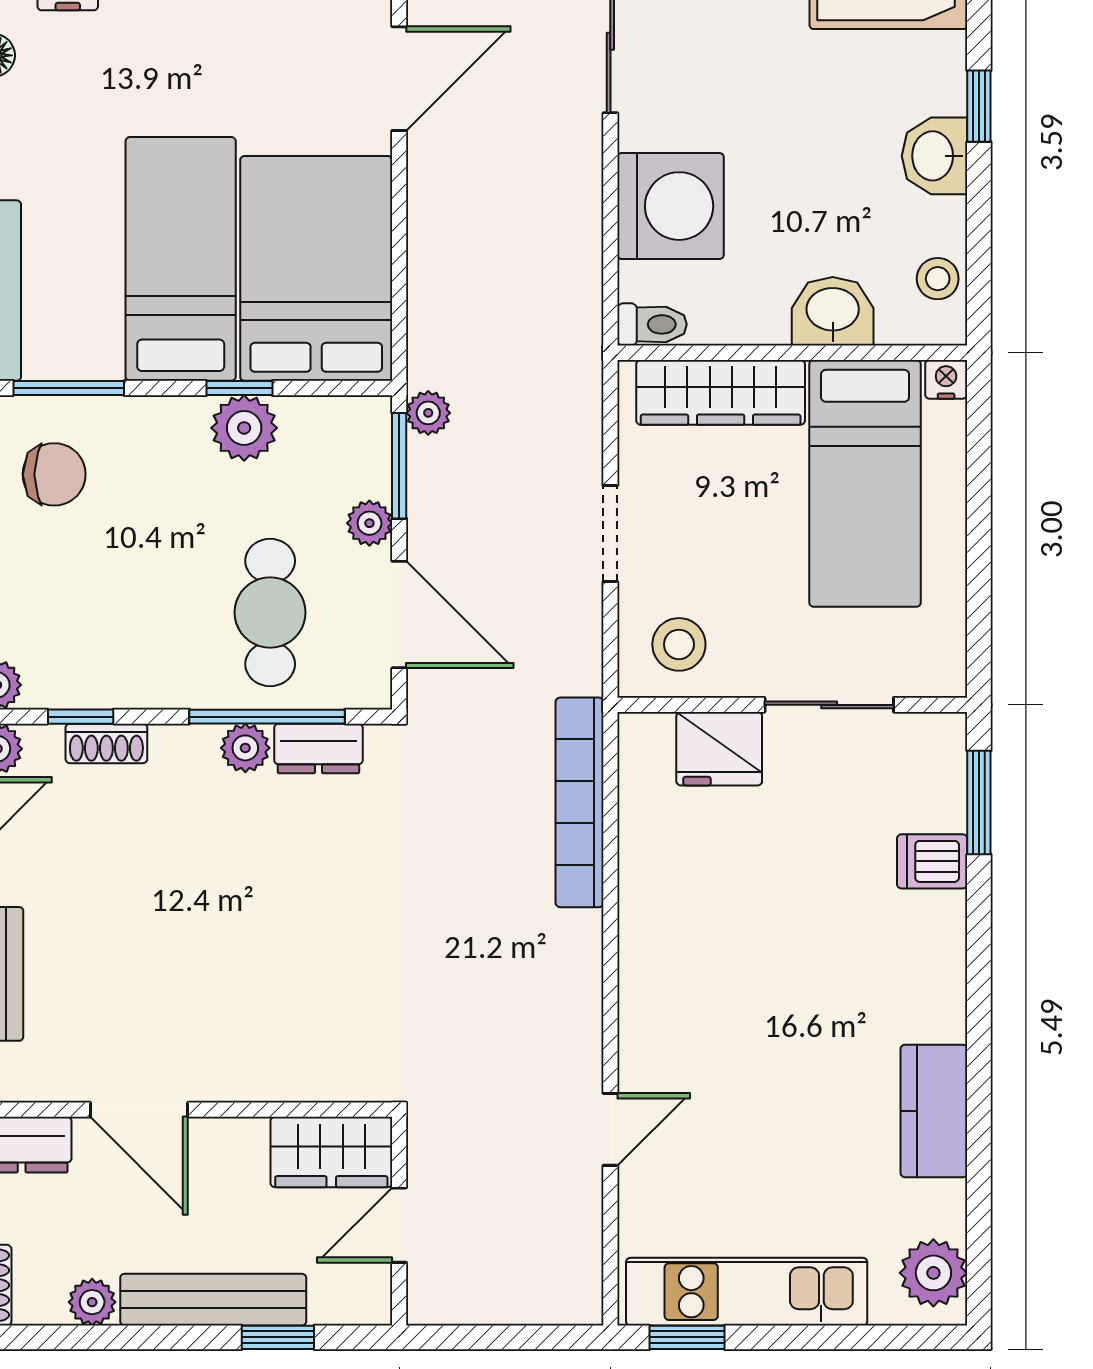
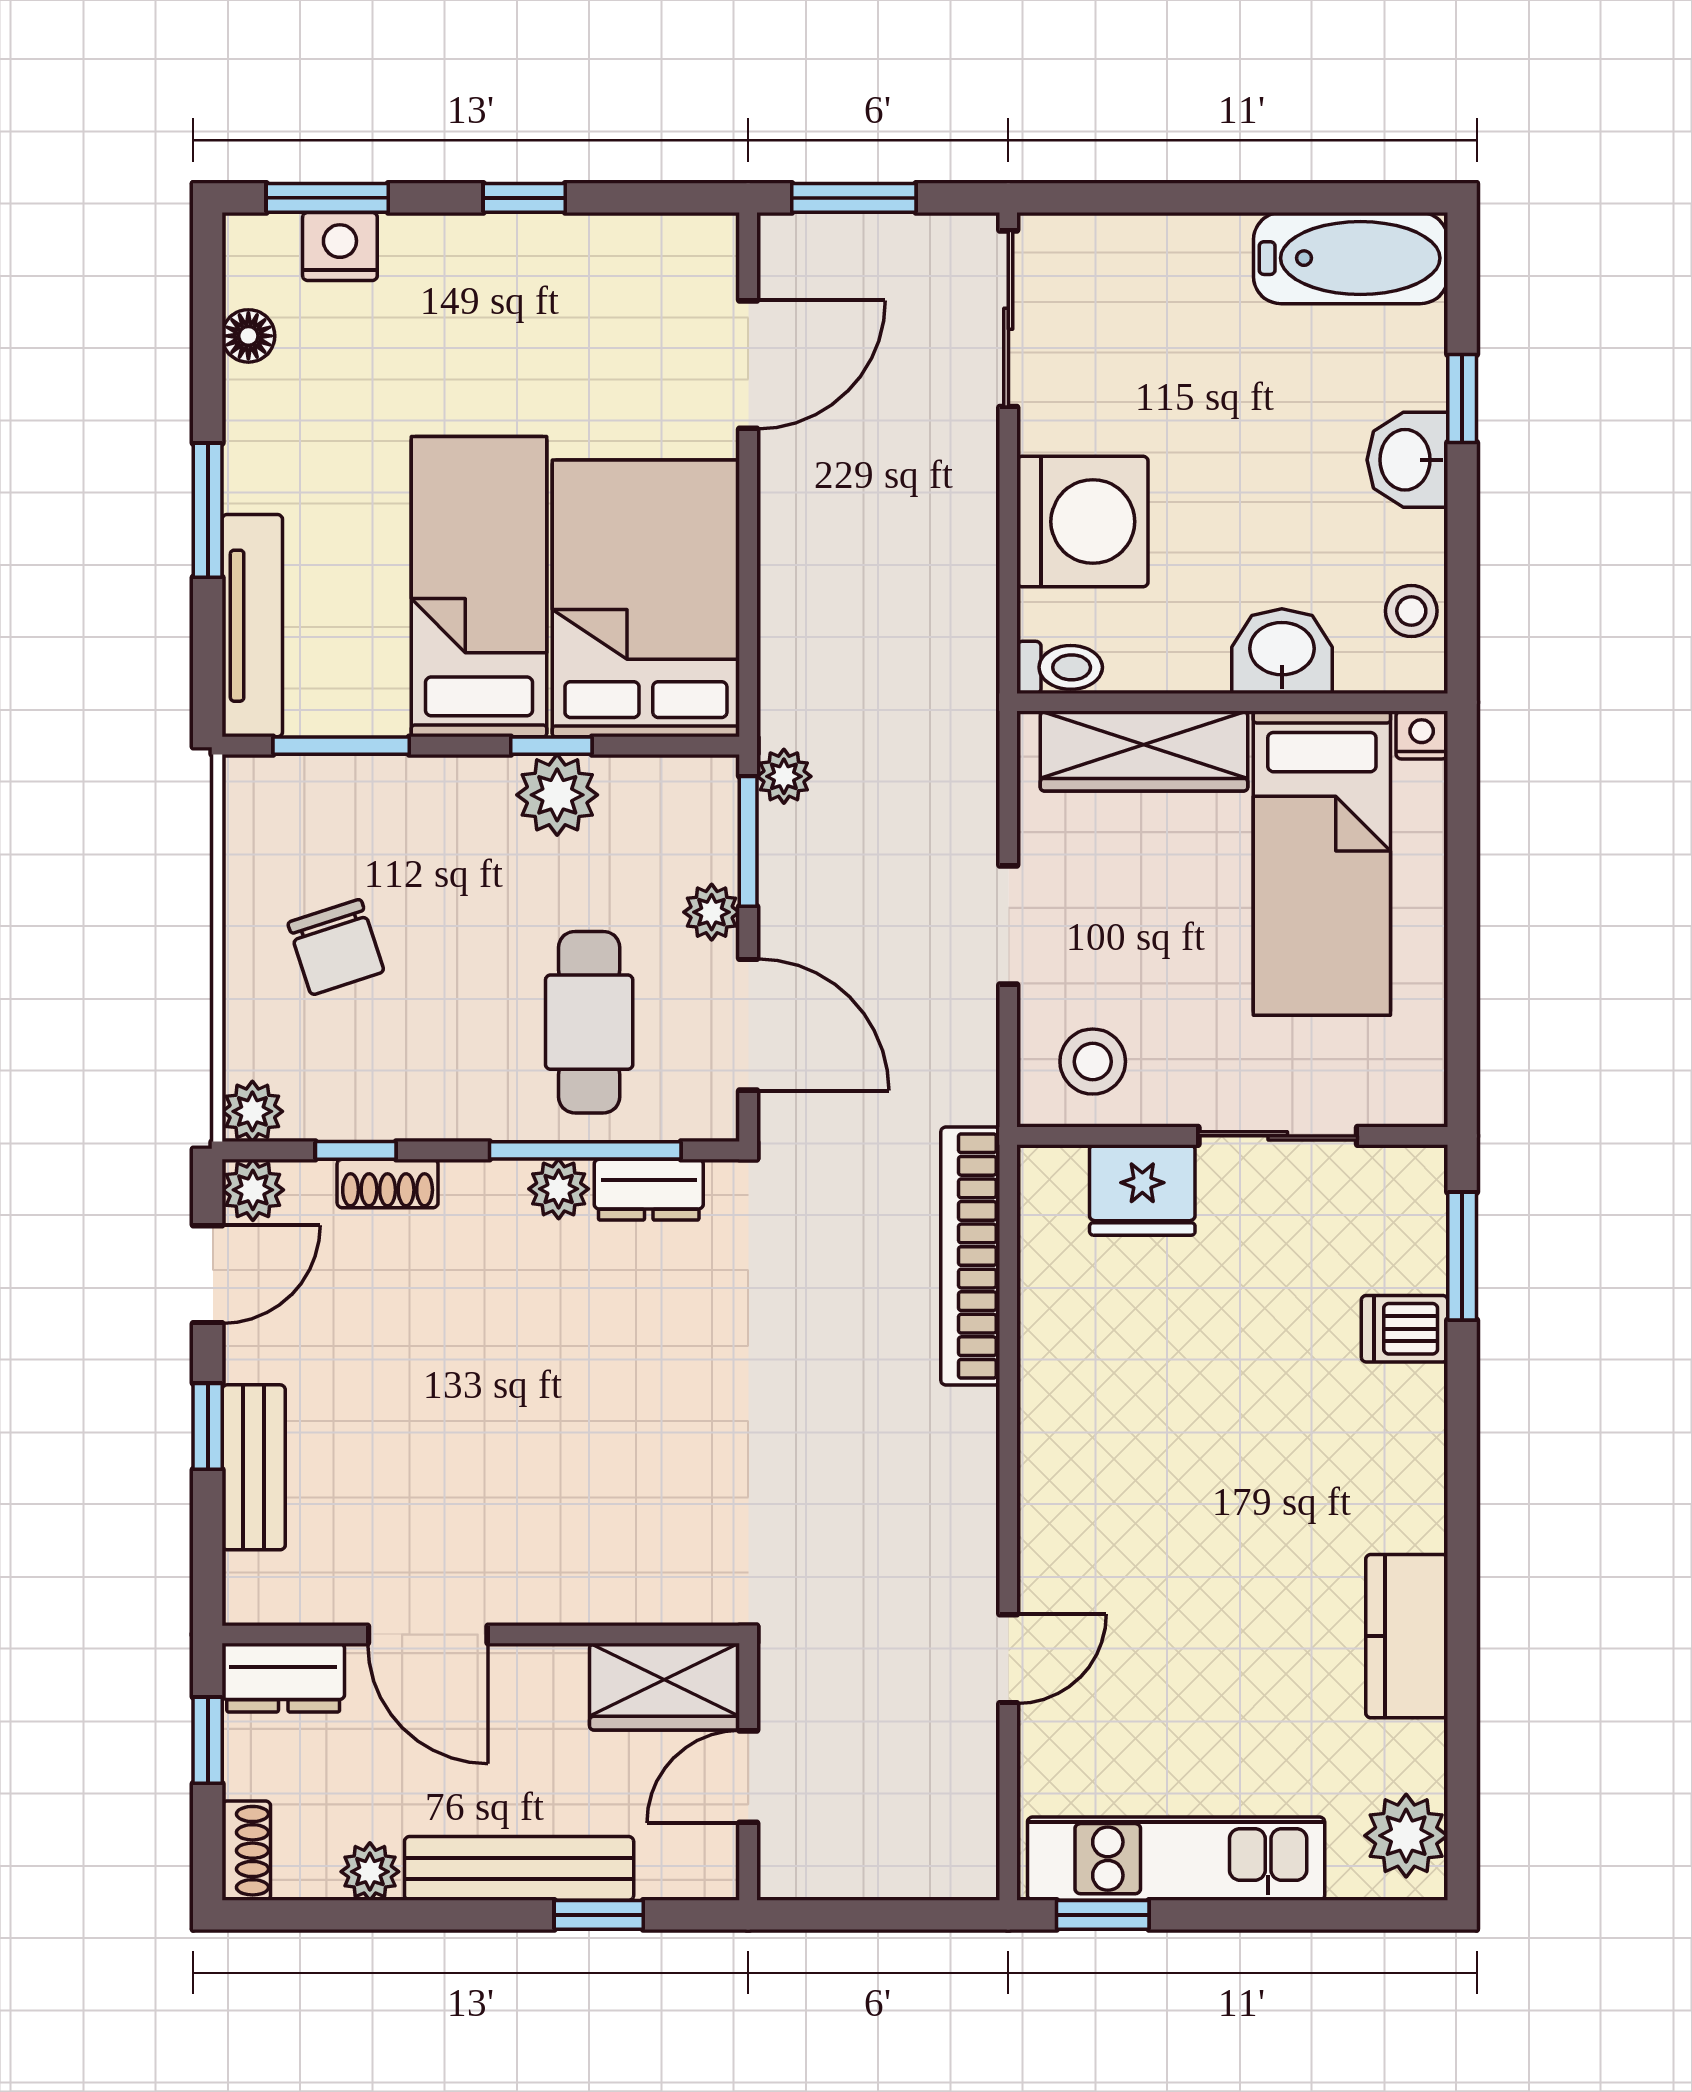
chair: (54, 474) -> (336, 947), moved, turned 72

